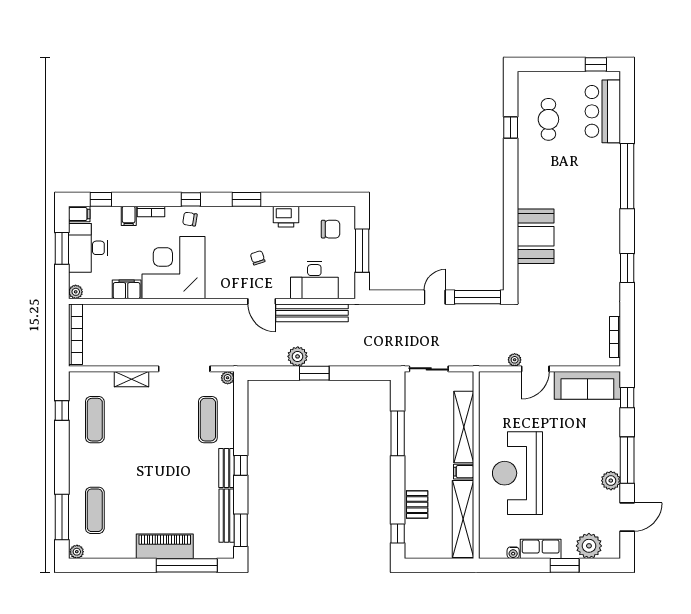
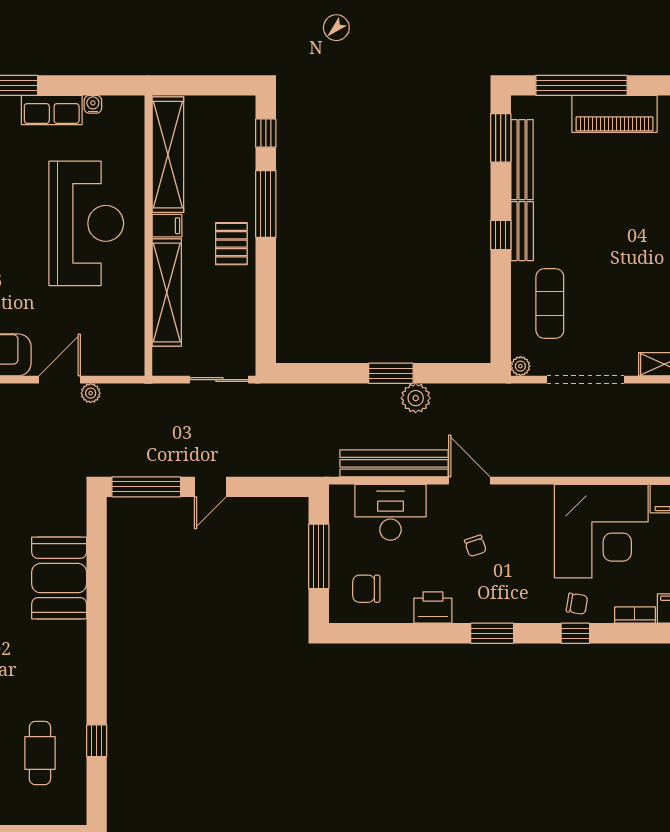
window: (398, 433) -> (266, 204), moved
pallet: (417, 505) -> (231, 244), moved

